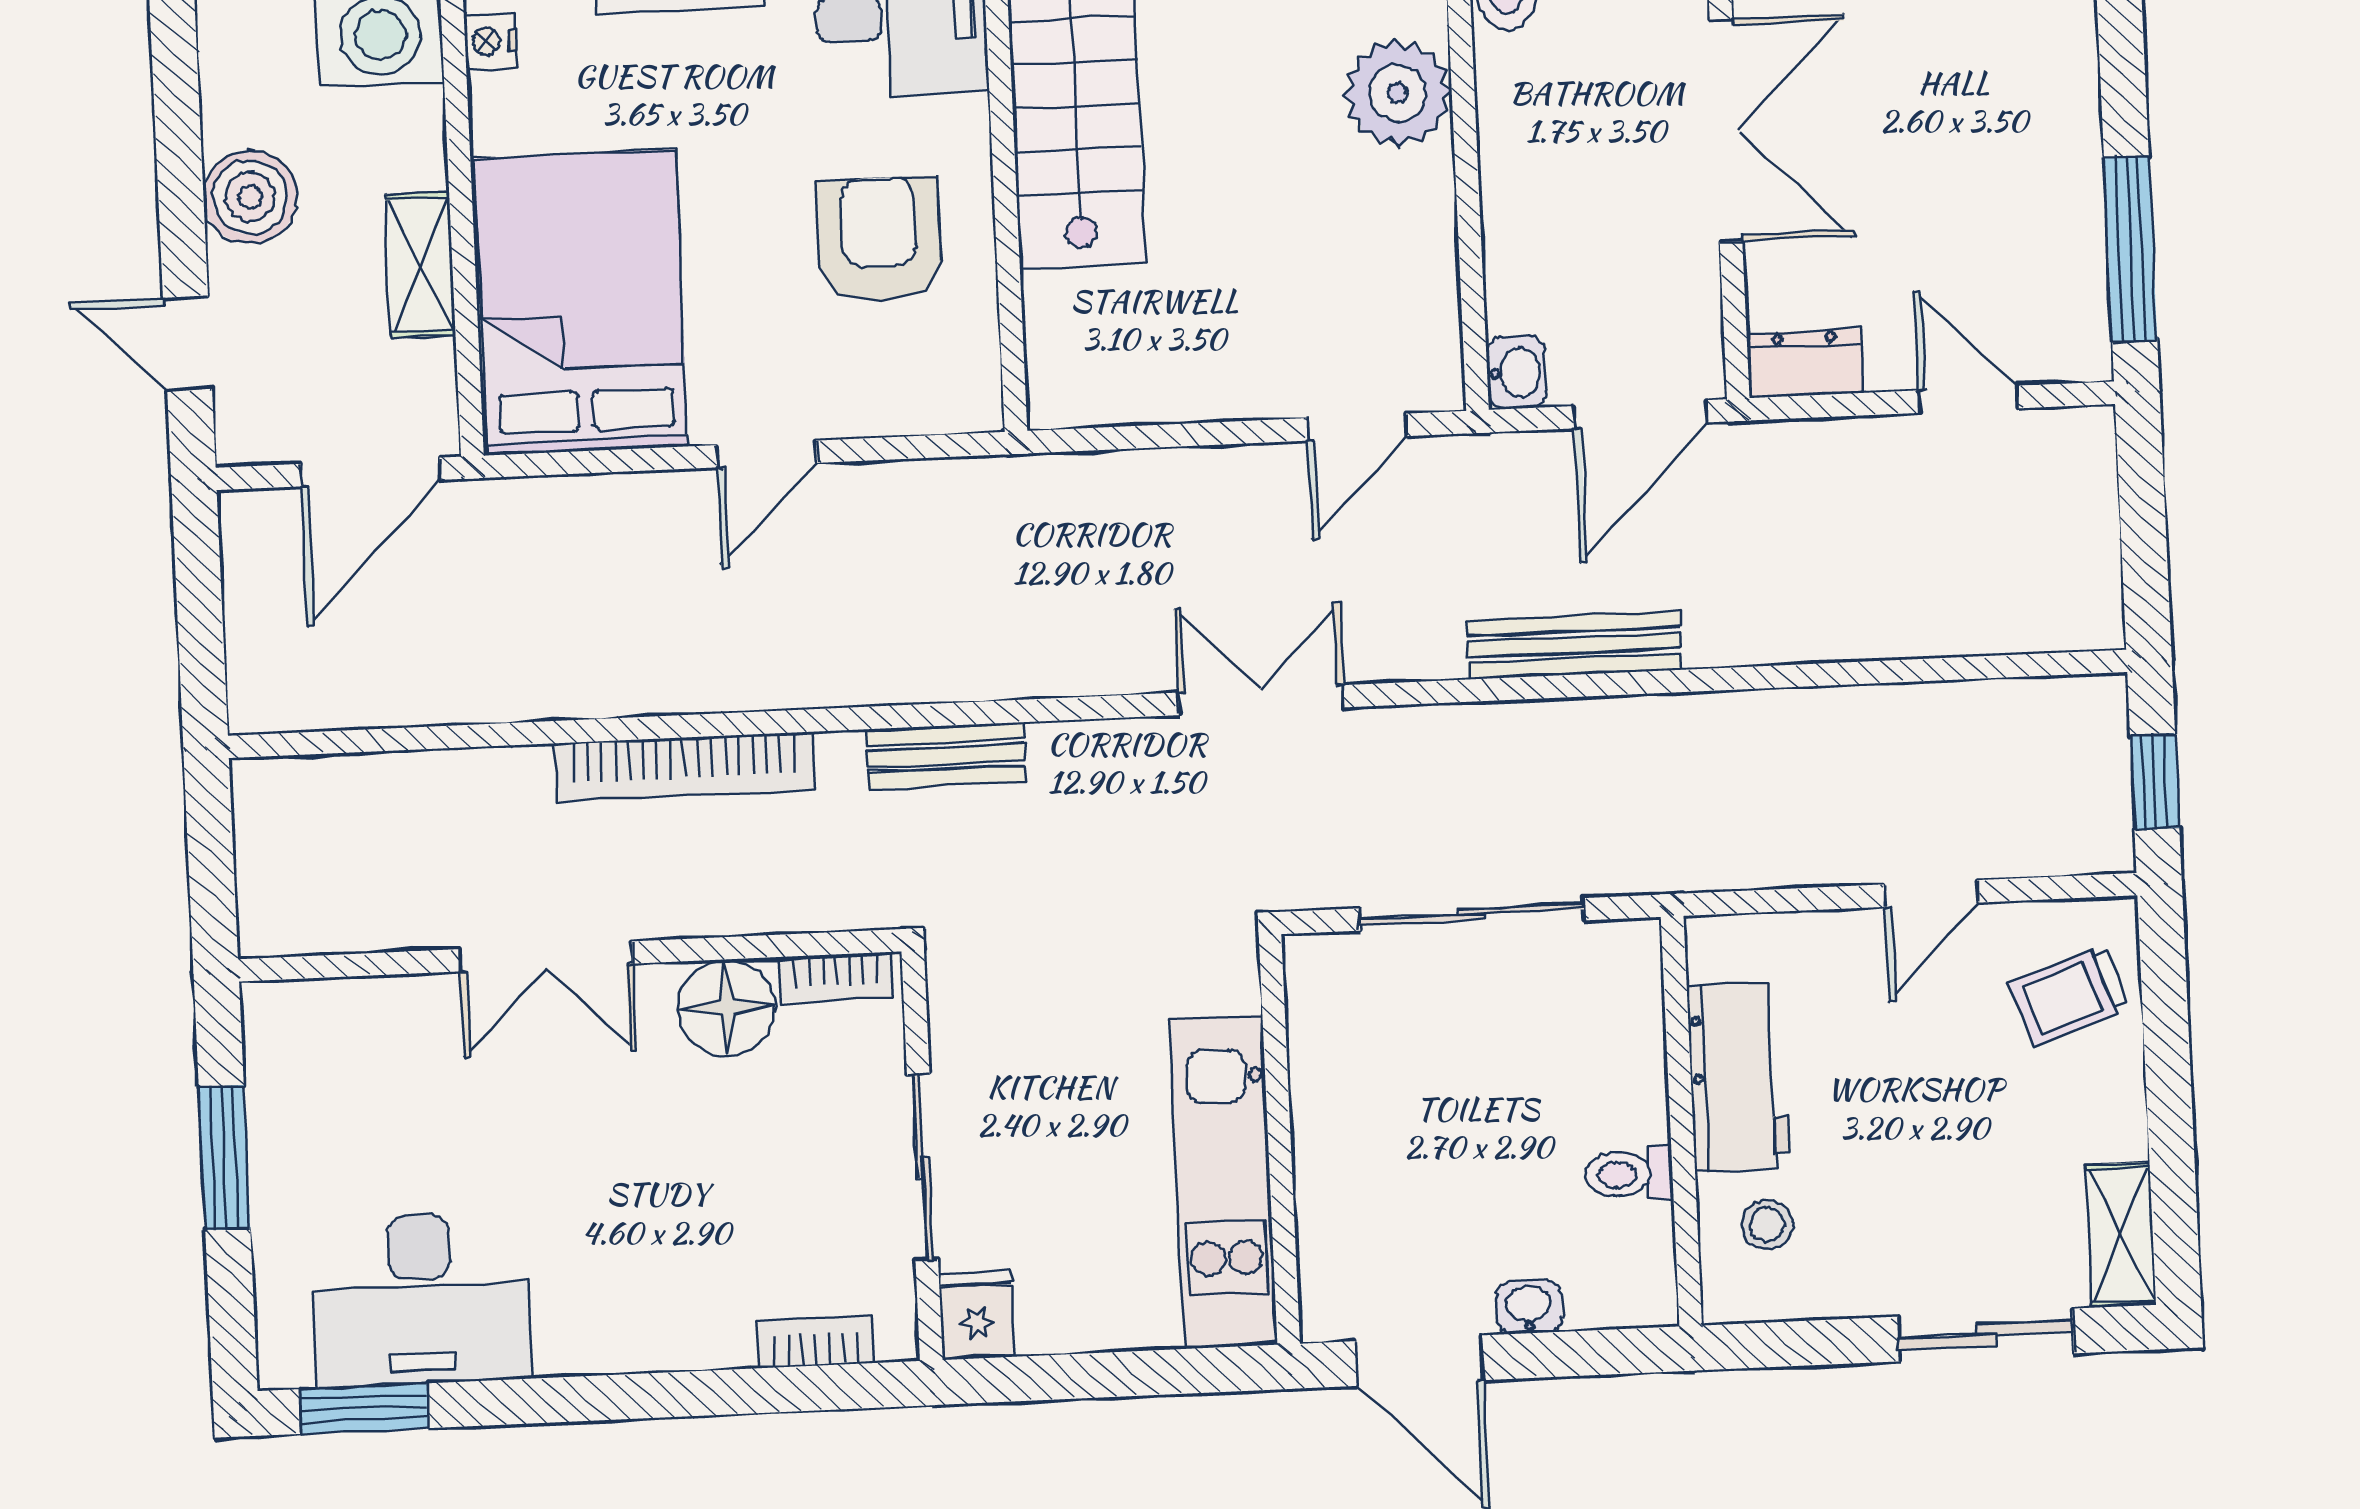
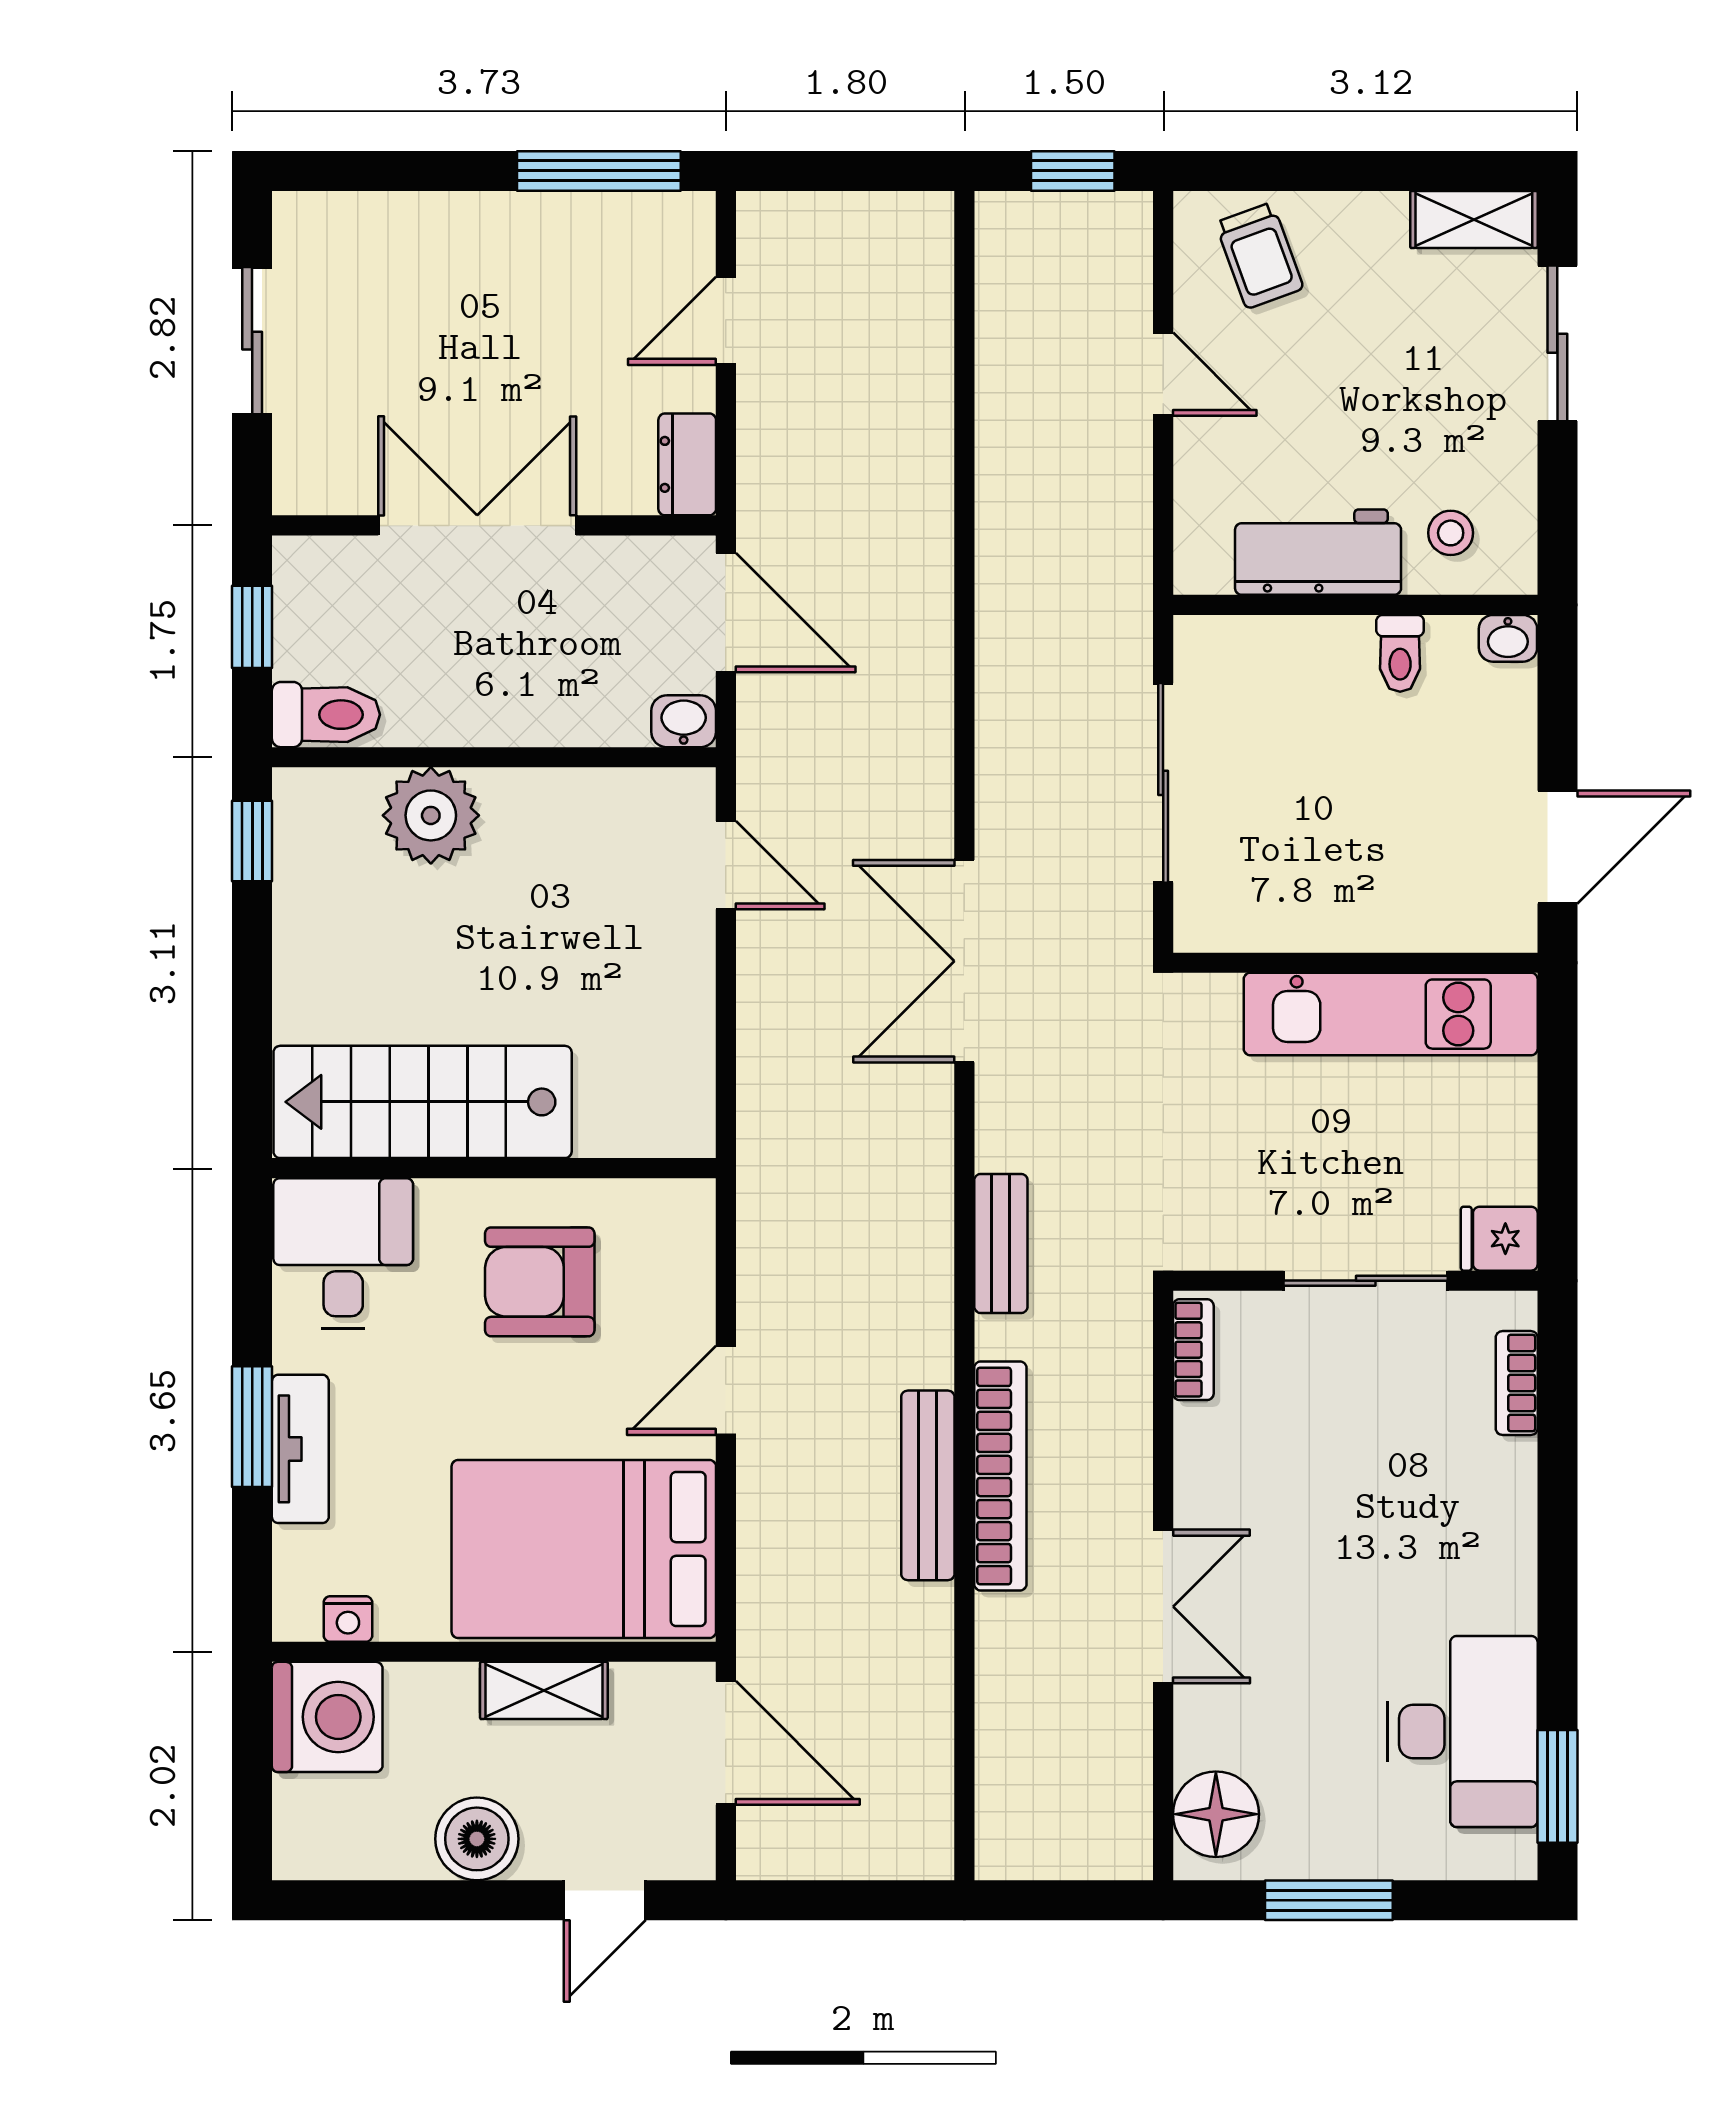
door: (767, 454) -> (726, 1390), swing flipped
bench: (1574, 645) -> (928, 1485), moved
double door: (1261, 700) -> (964, 961), width x1.37
floor lamp: (726, 1008) -> (1216, 1814), moved
washbasin: (1529, 1307) -> (1508, 638), moved, turned -90

